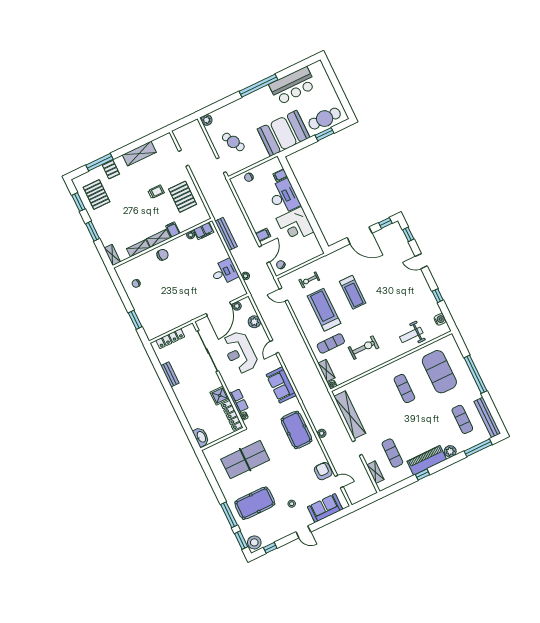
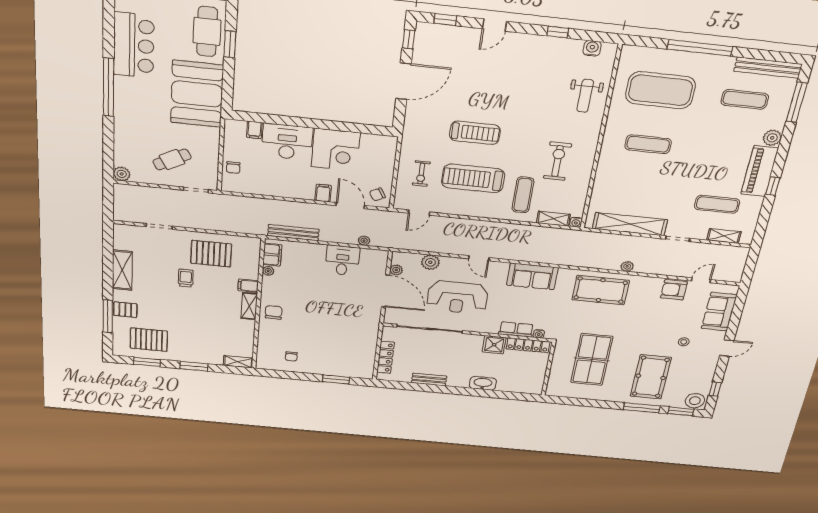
shelving: (138, 248) -> (248, 333), removed
washbasin: (201, 437) -> (483, 383), moved

